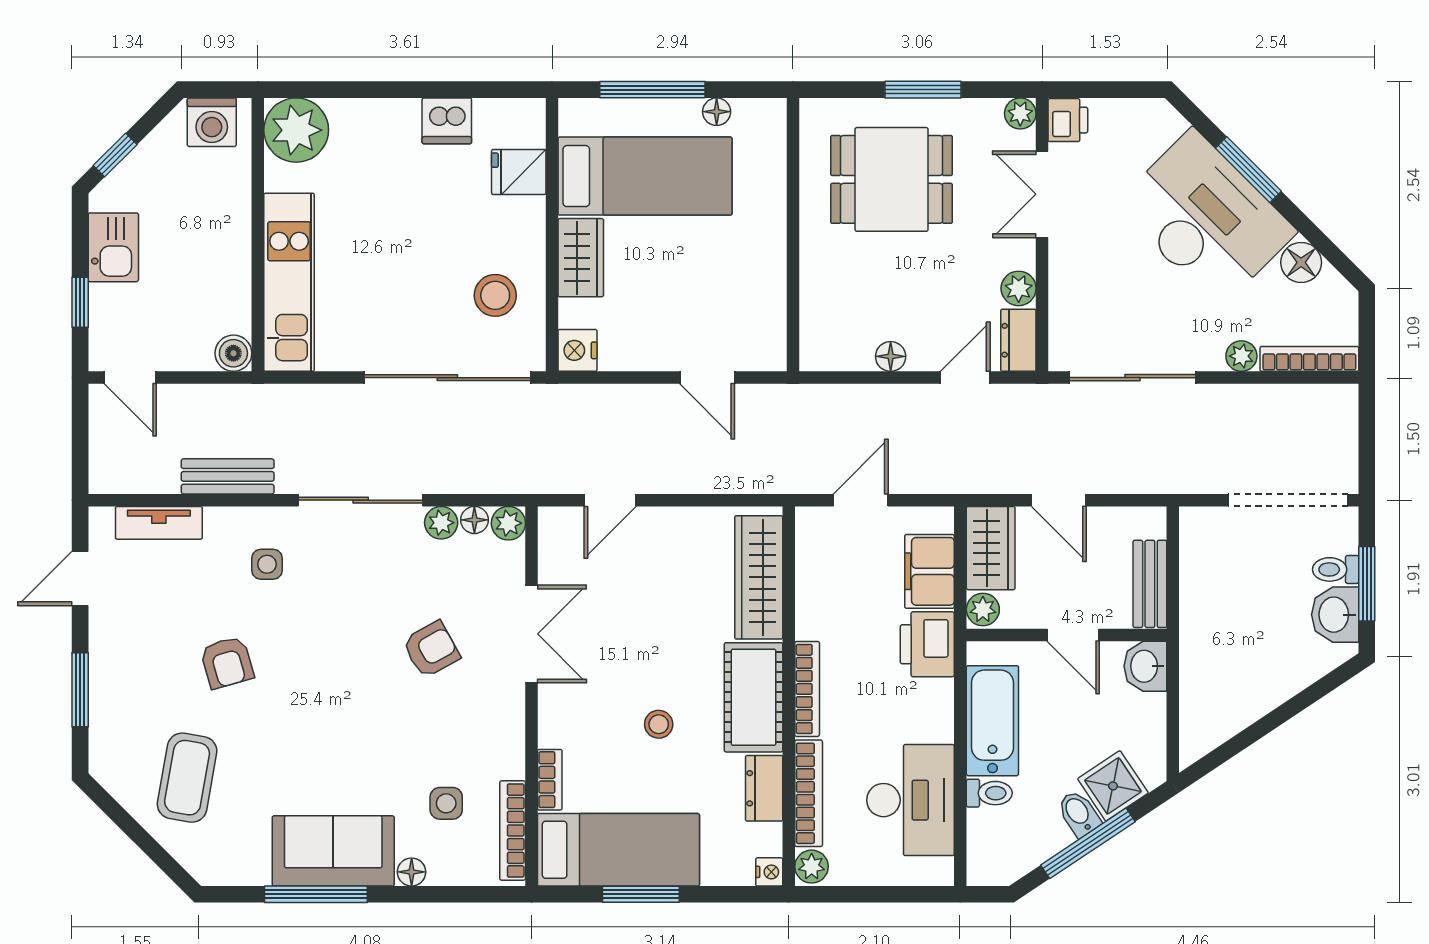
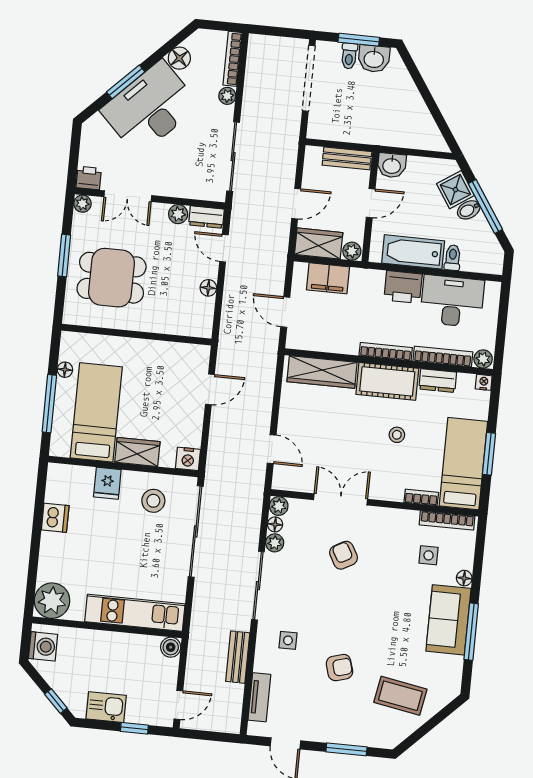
fridge: (519, 172) -> (107, 483), moved
dining table: (892, 179) -> (112, 278), turned 90
printer: (927, 644) -> (403, 287), moved

